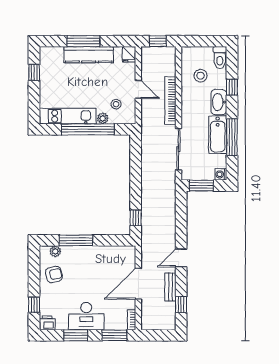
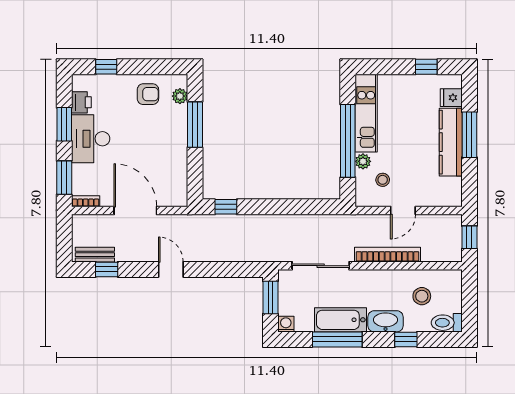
fridge: (129, 54) -> (451, 98), moved
armchair: (54, 274) -> (148, 94), turned -76
bench: (170, 287) -> (95, 255), moved
printer: (47, 323) -> (81, 102), moved

